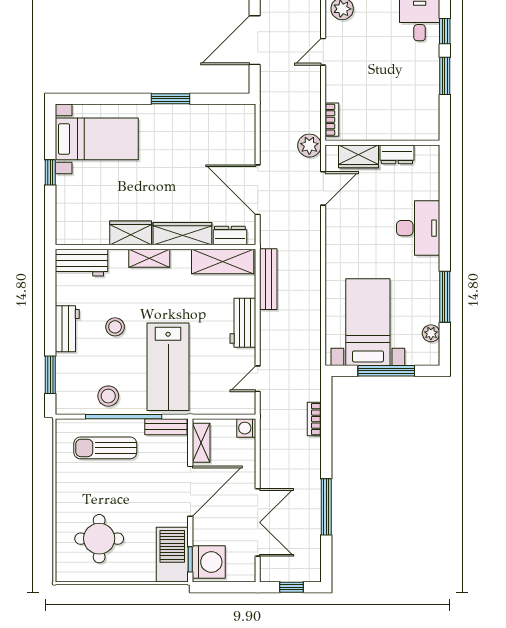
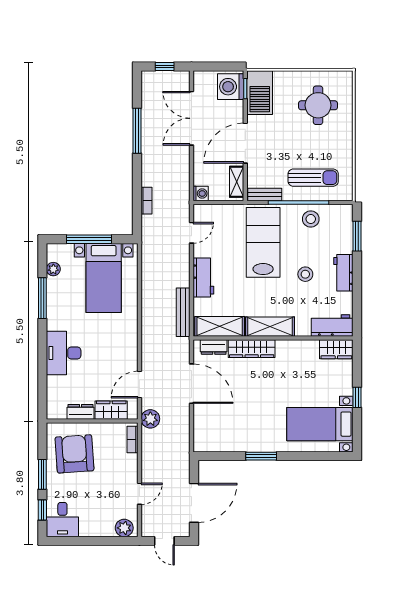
armchair: (404, 102) -> (74, 454), added
wardrobe: (131, 233) -> (336, 349), moved
shelving: (149, 258) -> (270, 327), width x1.50, depth x1.33

